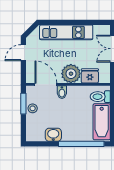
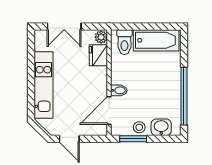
plant: (71, 74) -> (101, 37), moved, width x0.53, depth x0.53
washbasin: (53, 135) -> (161, 127), moved, turned 90
window: (81, 144) -> (184, 96), moved

